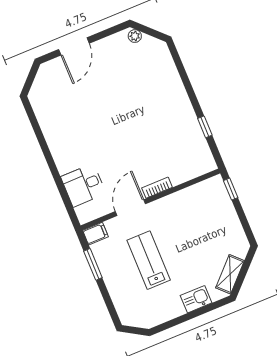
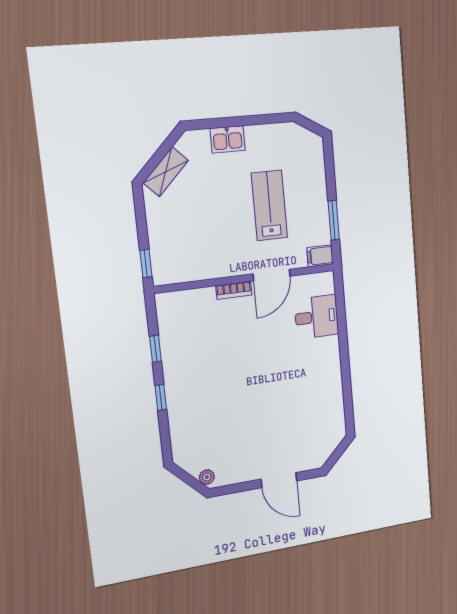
door: (74, 46) -> (279, 480), swing flipped
window: (190, 91) -> (161, 397), added
lab bench: (149, 260) -> (269, 205), turned 180
shelving: (230, 274) -> (166, 172), moved

